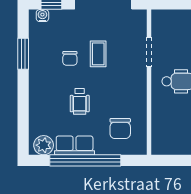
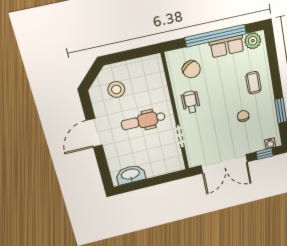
coffee table: (98, 54) -> (253, 83), moved
wheelchair: (80, 101) -> (191, 102), moved
chair: (120, 128) -> (191, 69), turned 147

